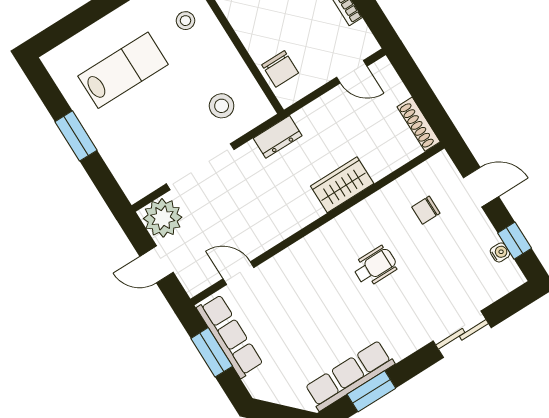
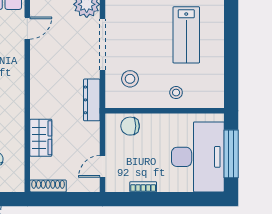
stool: (186, 21) -> (176, 93), moved
dresser: (278, 137) -> (92, 100), width x1.44
wardrobe: (342, 185) -> (41, 138), moved

